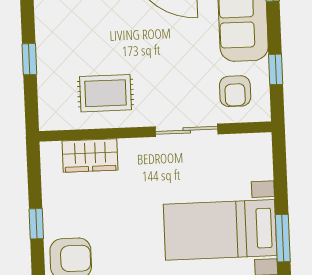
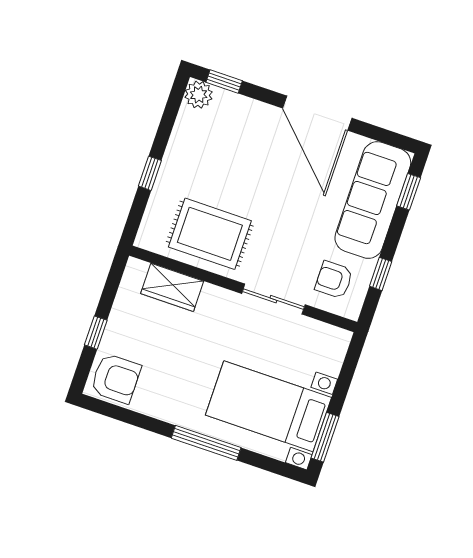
armchair: (235, 91) -> (334, 280), turned 90
rug: (106, 93) -> (210, 234), width x1.36, depth x1.43

